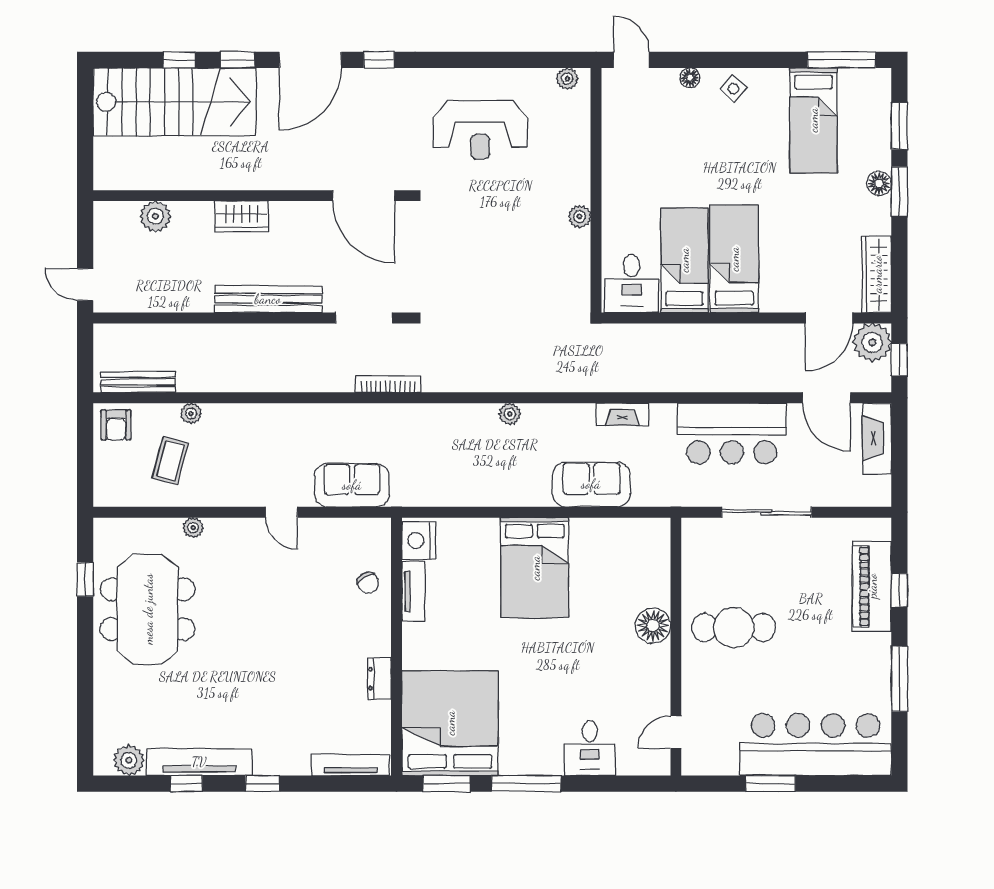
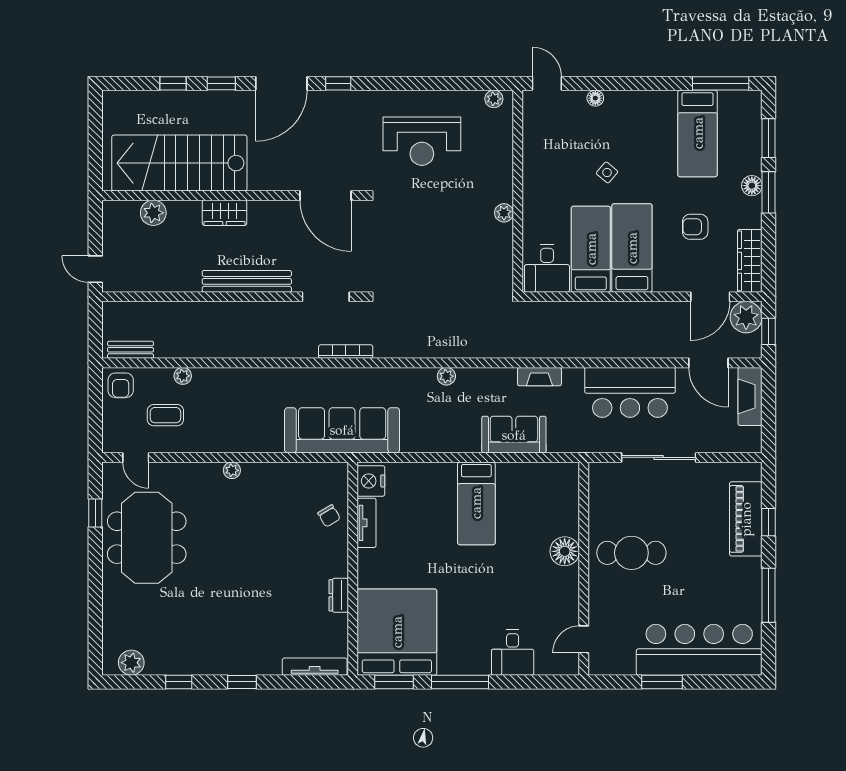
side table: (733, 89) -> (607, 172), moved
stairs: (175, 102) -> (179, 163), moved, turned 180
armchair: (811, 233) -> (695, 227), added
bench: (138, 382) -> (131, 350), width x0.73
coffee table: (170, 461) -> (165, 415), turned 75
sofa: (352, 485) -> (342, 430), width x1.85, depth x1.27
door: (282, 512) -> (136, 457), moved
plant: (193, 528) -> (232, 470), moved
bed: (535, 568) -> (476, 503), width x0.67
tv unit: (199, 762) -> (190, 664), removed

